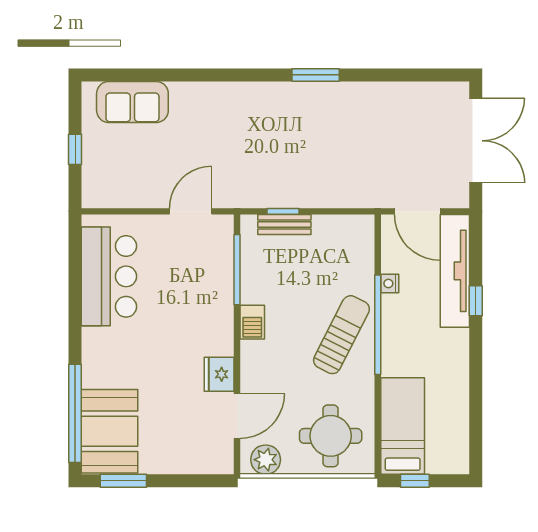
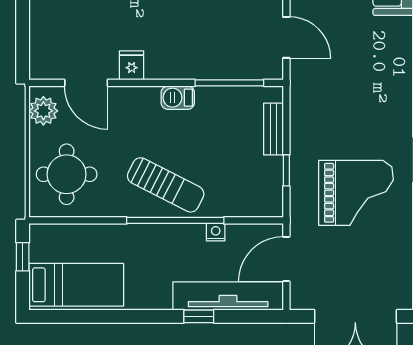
grand piano: (350, 140) -> (356, 193), added
window: (283, 211) -> (286, 170), moved
fridge: (219, 374) -> (132, 65), width x0.72
bed: (403, 426) -> (76, 285), moved

